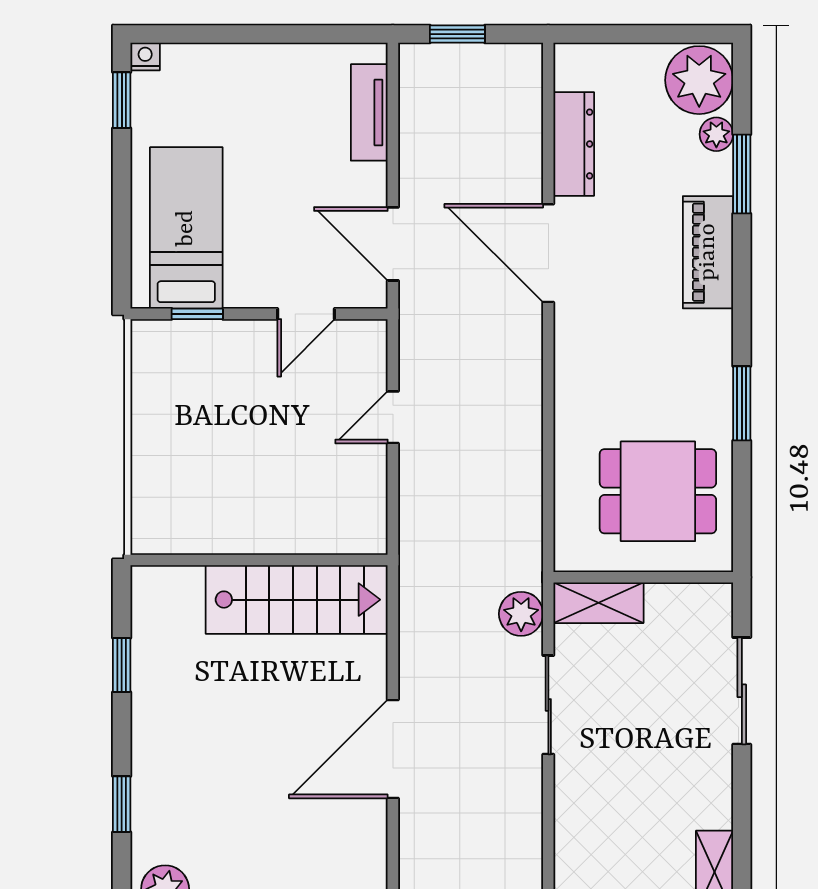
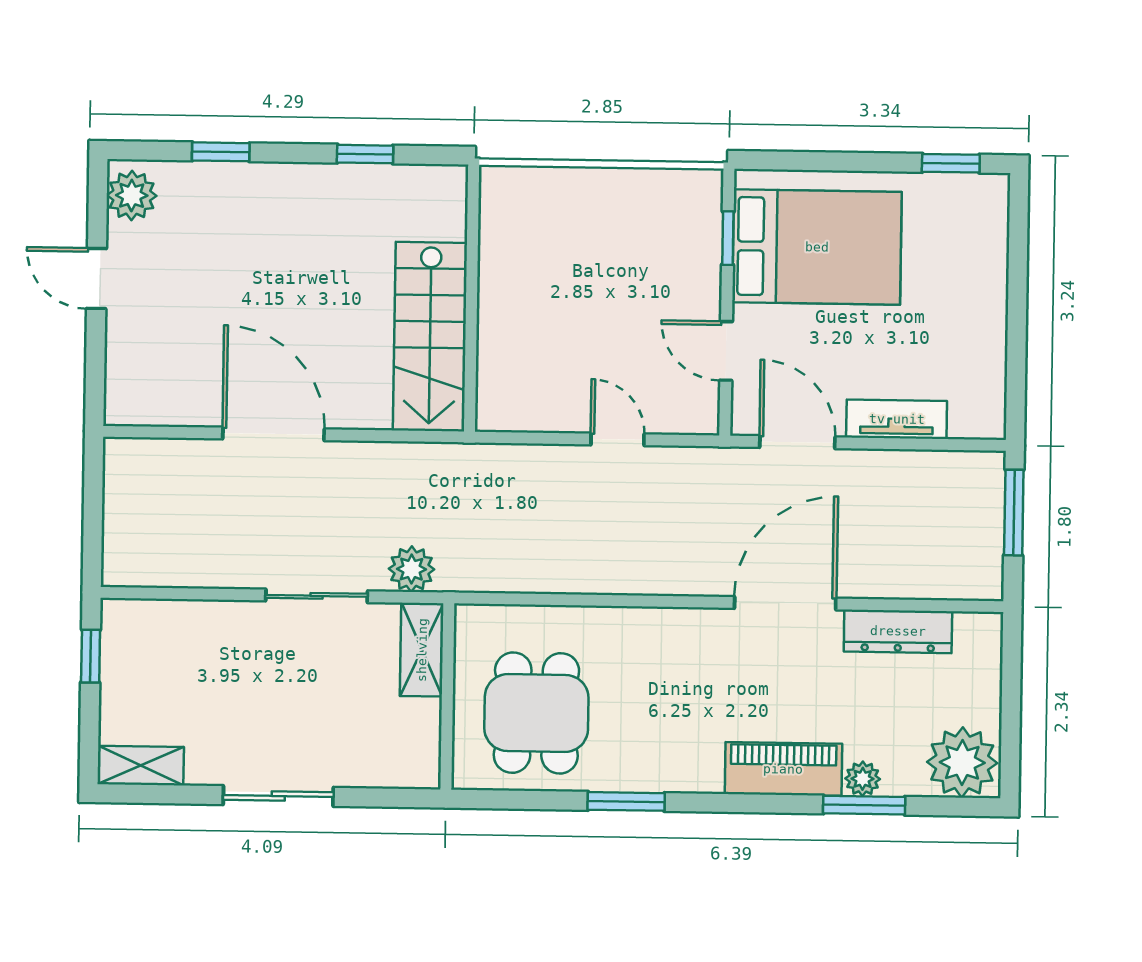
window: (457, 34) -> (1014, 513), width x1.50
nightstand: (145, 57) -> (996, 188), removed
tv unit: (369, 112) -> (897, 419), moved
plant: (716, 134) -> (863, 779), moved
bed: (186, 228) -> (817, 247), width x1.50
door: (393, 244) -> (797, 442), hinge flipped
sliding door: (742, 691) -> (278, 796), moved

